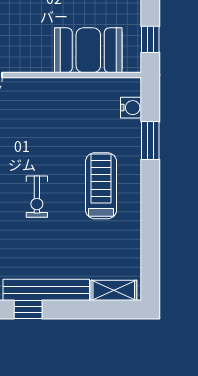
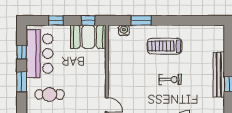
booth: (88, 50) -> (88, 37), moved, turned 90
shelving: (114, 290) -> (219, 39), removed

